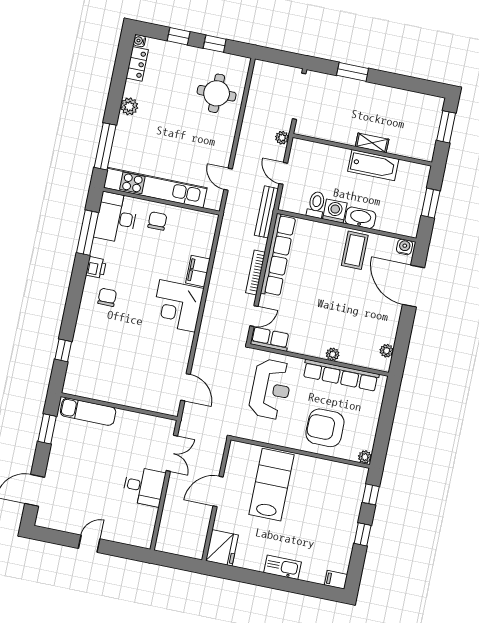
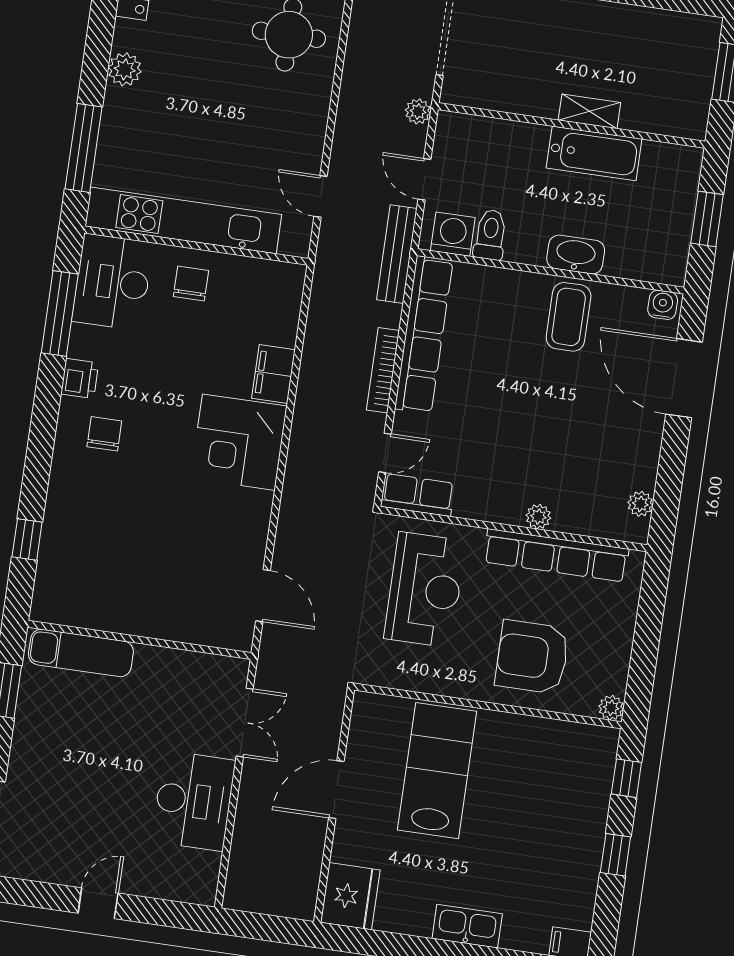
washing machine: (335, 211) -> (453, 234), moved
desk: (144, 486) -> (194, 801), width x1.37

